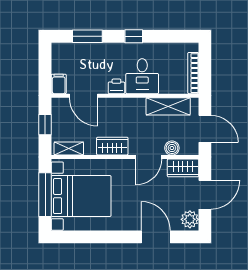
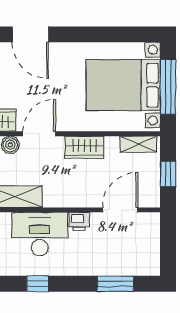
window: (134, 36) -> (38, 284), moved
desk: (142, 76) -> (40, 234), width x1.37
filing cabinet: (59, 84) -> (151, 225), removed
door: (84, 96) -> (120, 210), hinge flipped

